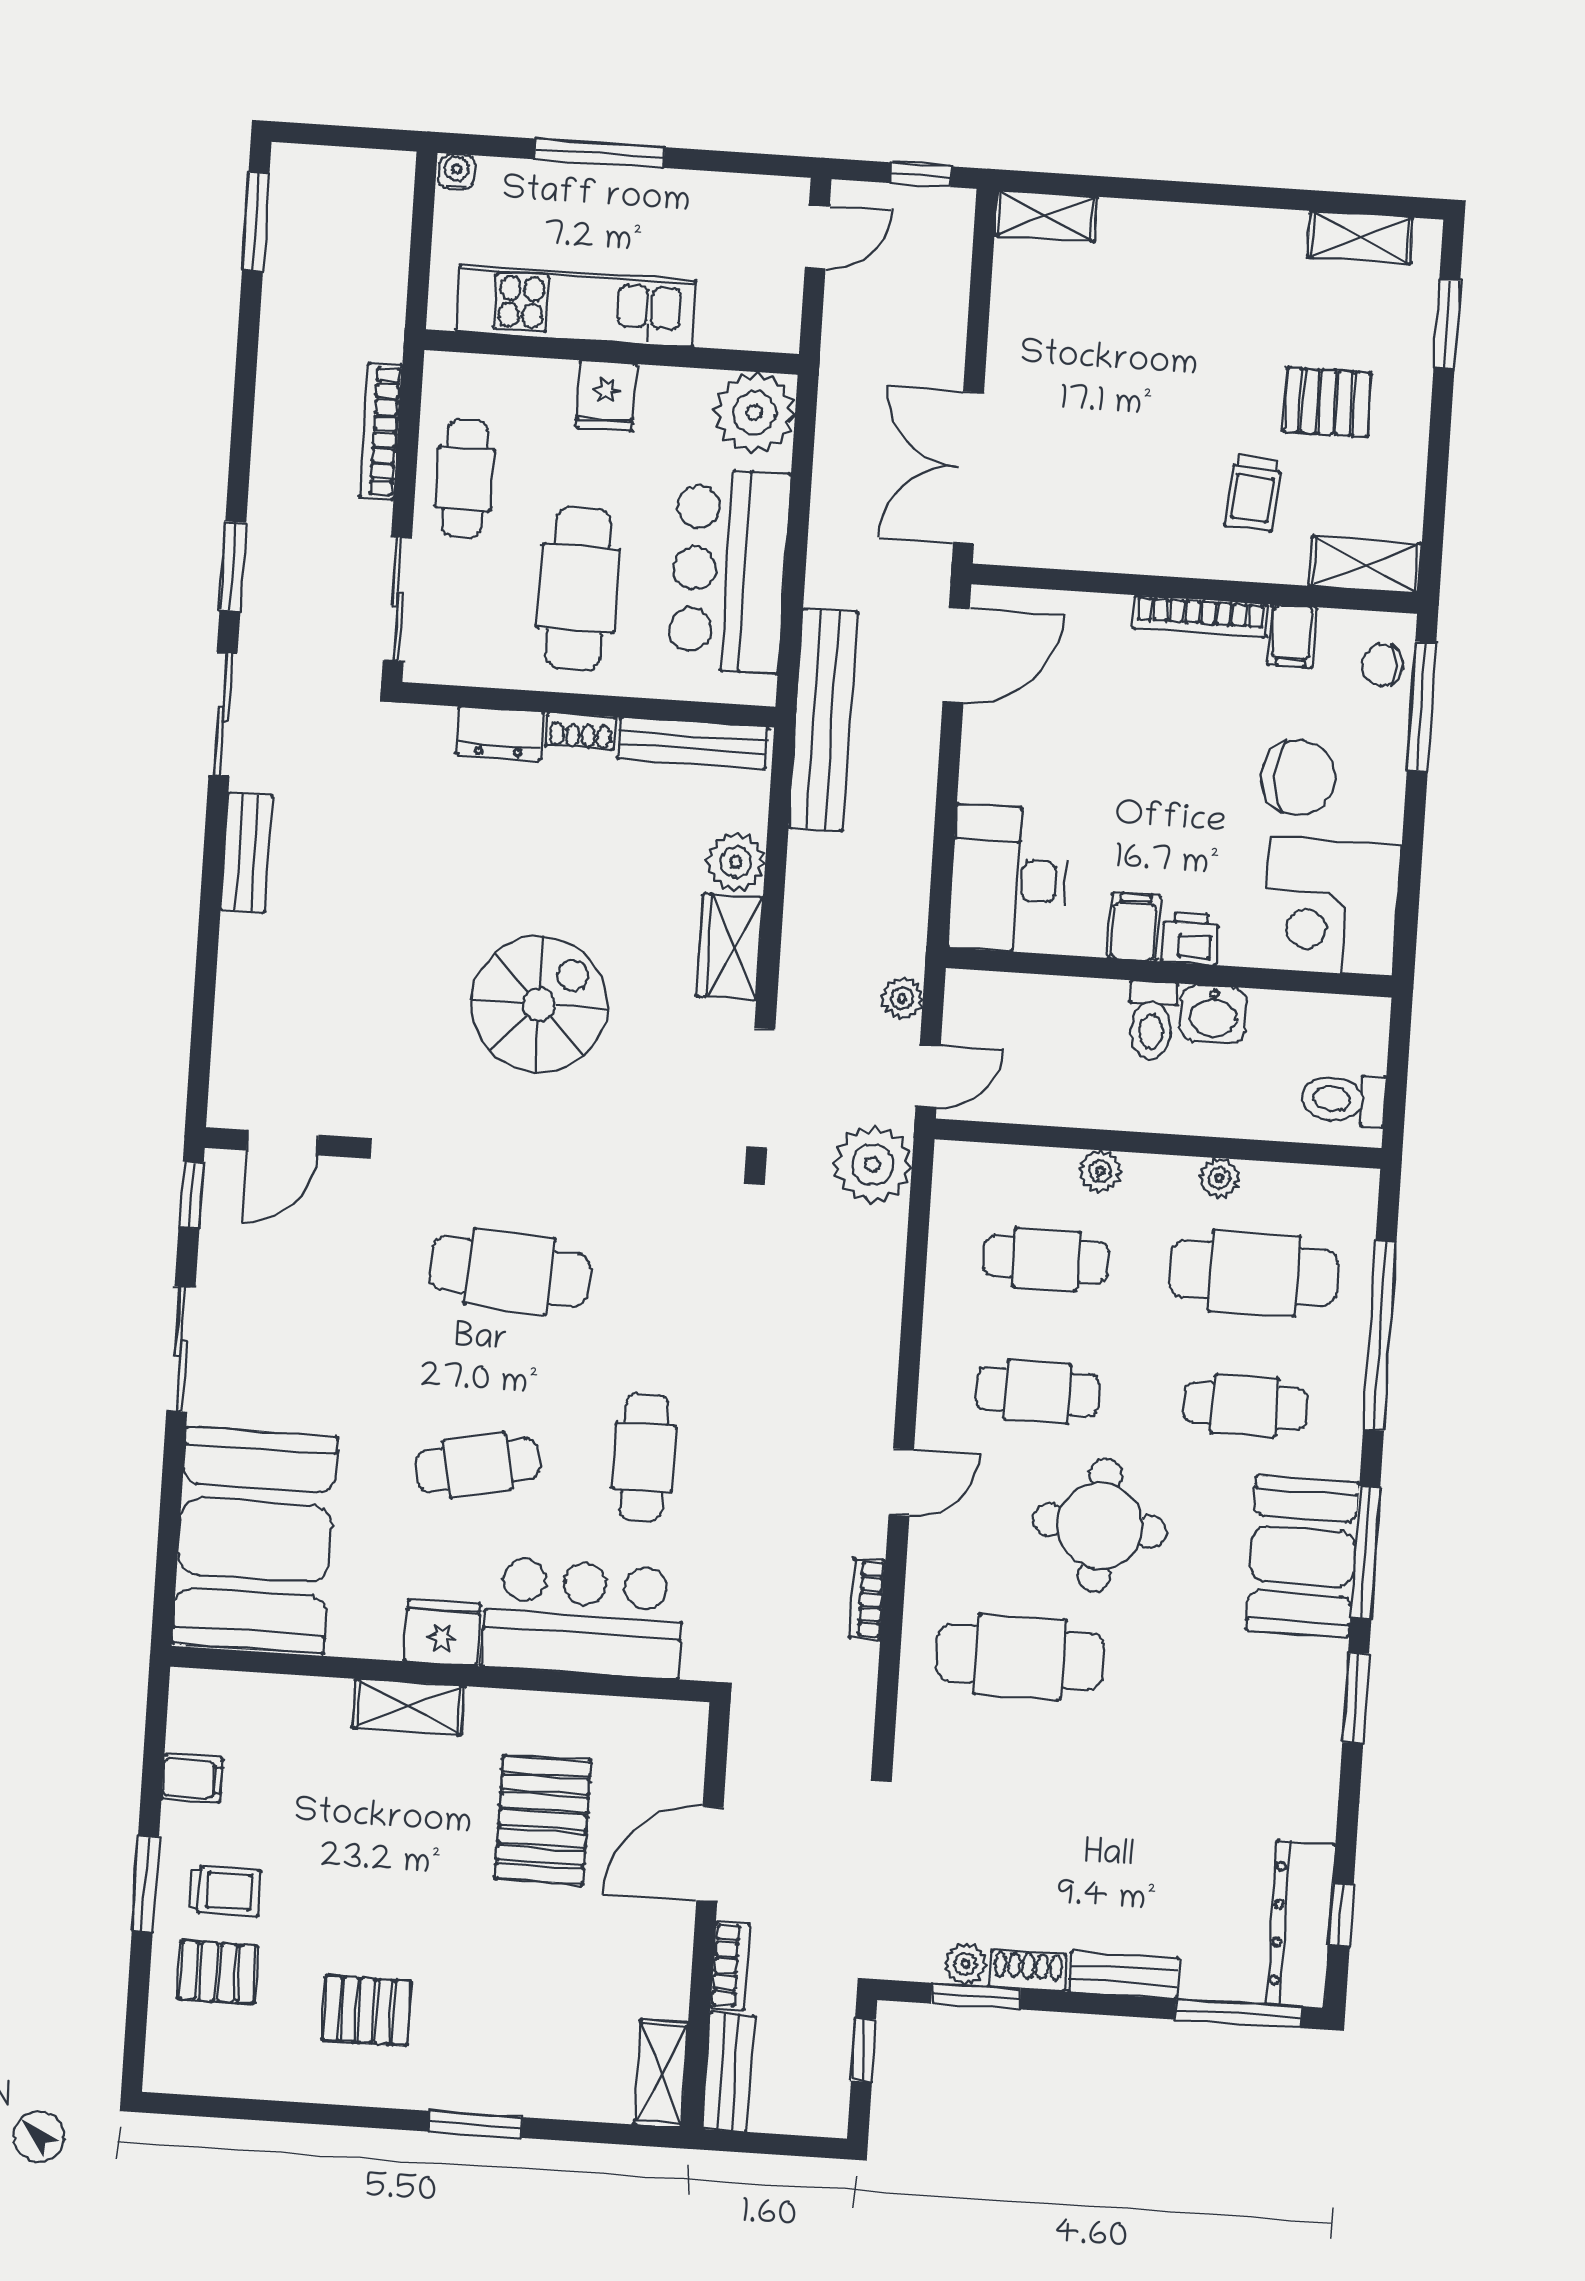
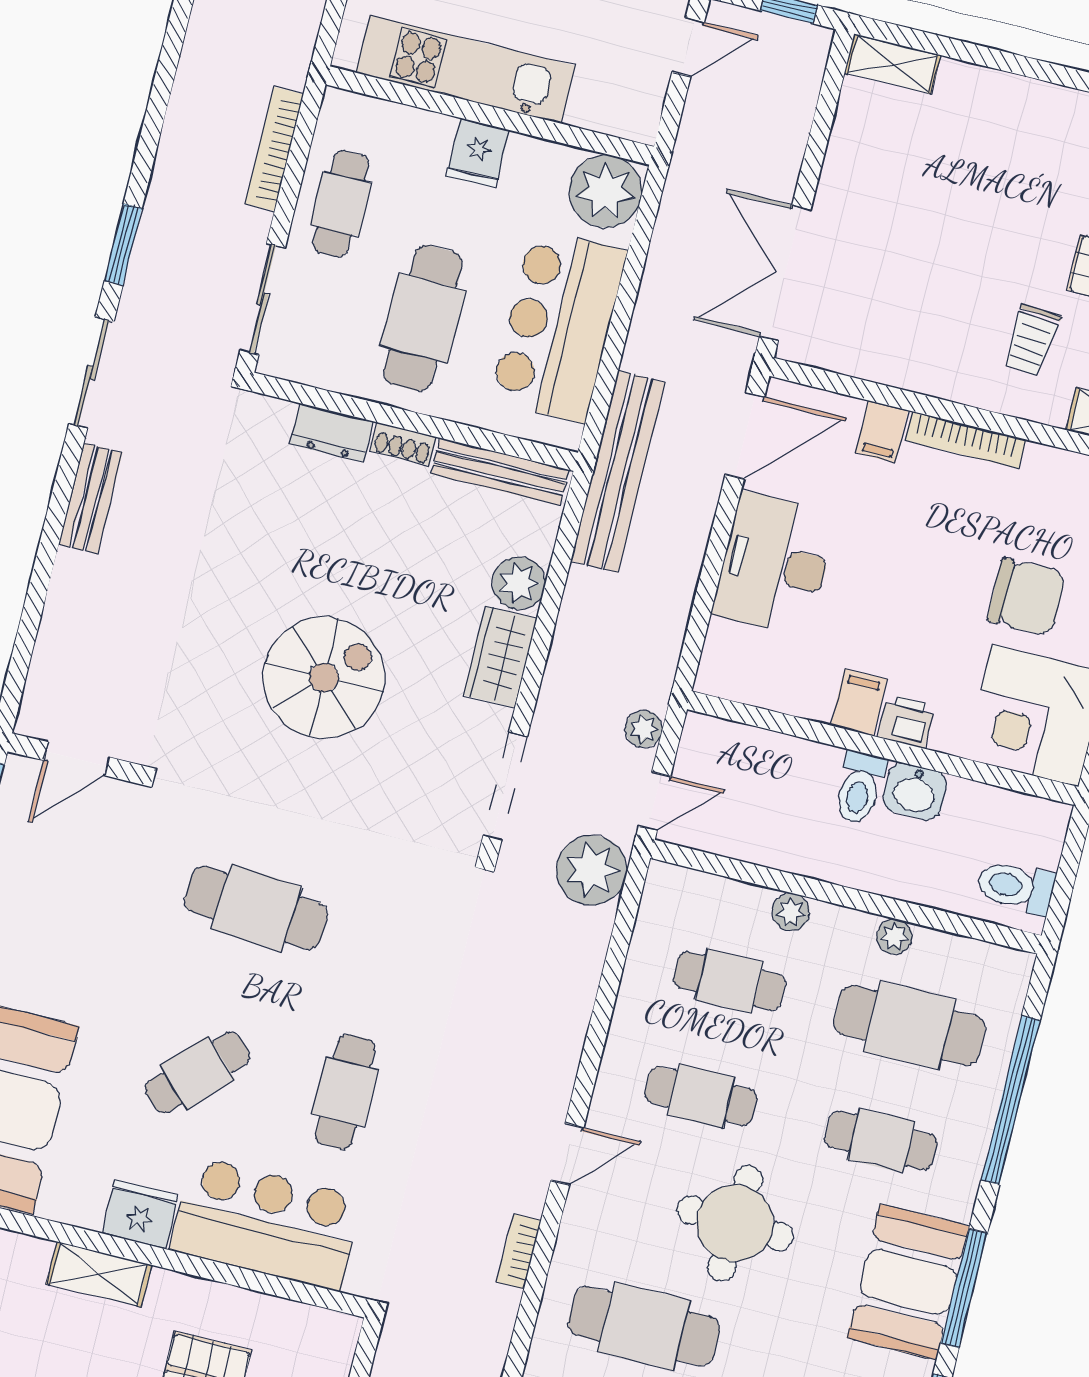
filing cabinet: (1292, 636) -> (882, 432), moved
desk: (1008, 879) -> (775, 564), moved
cafe table: (478, 1465) -> (198, 1073), turned -35

